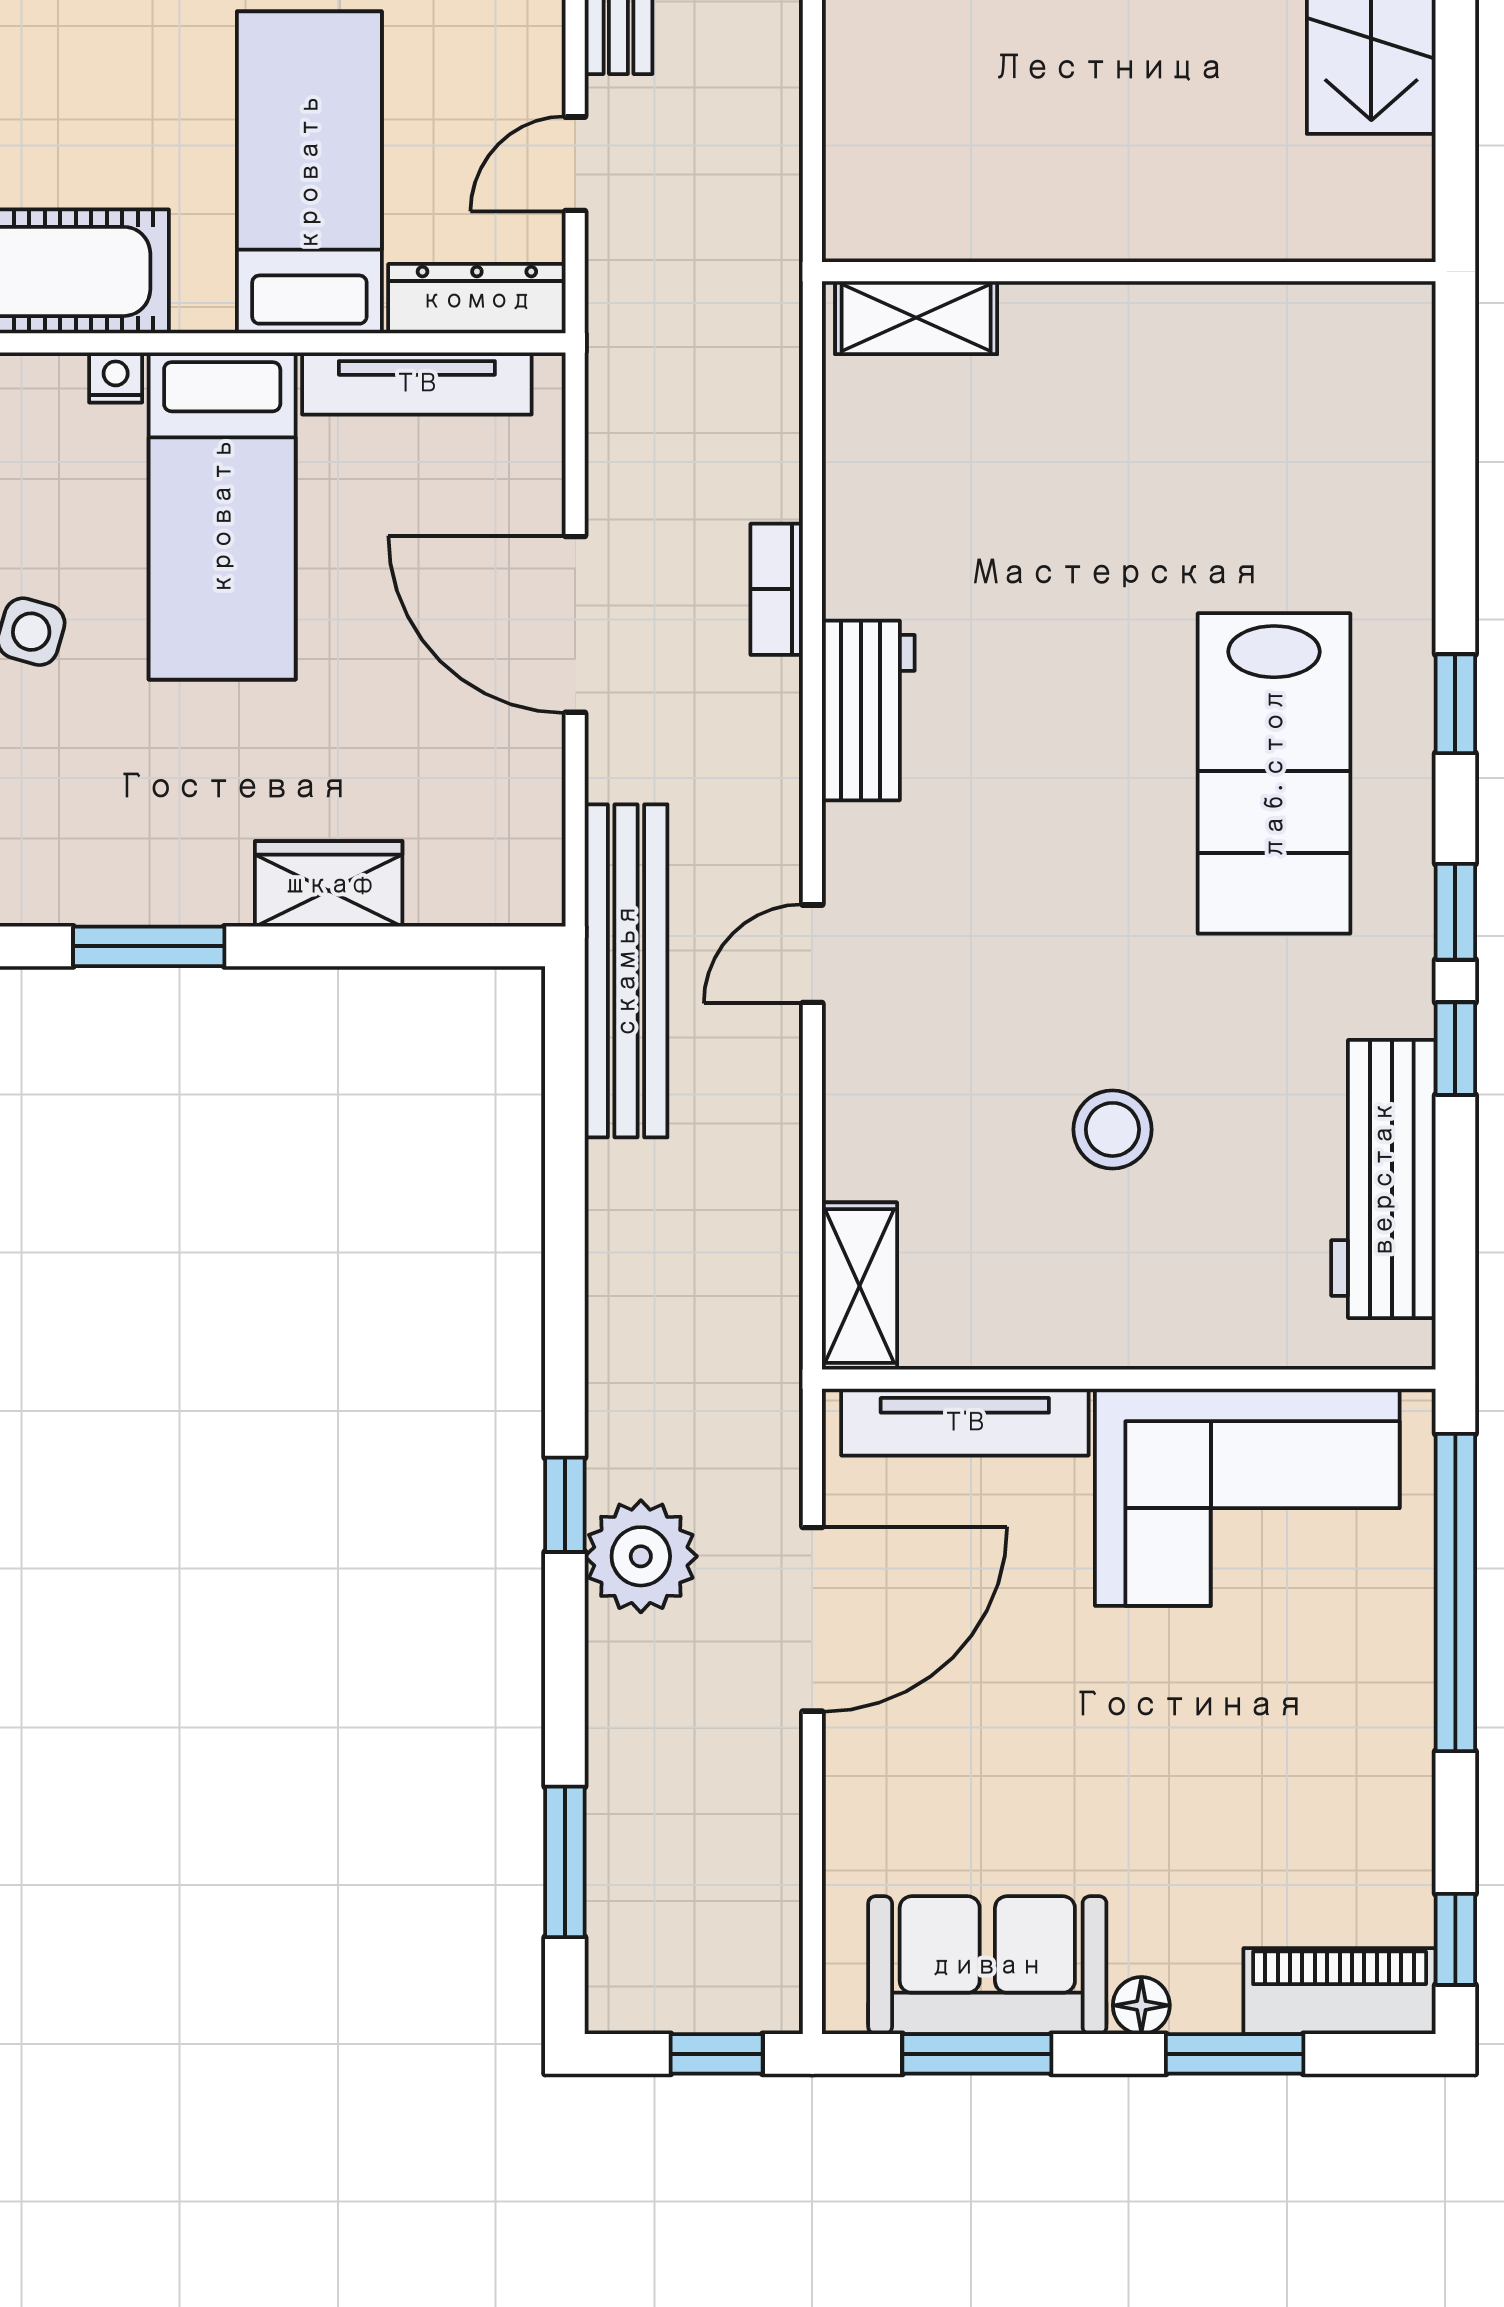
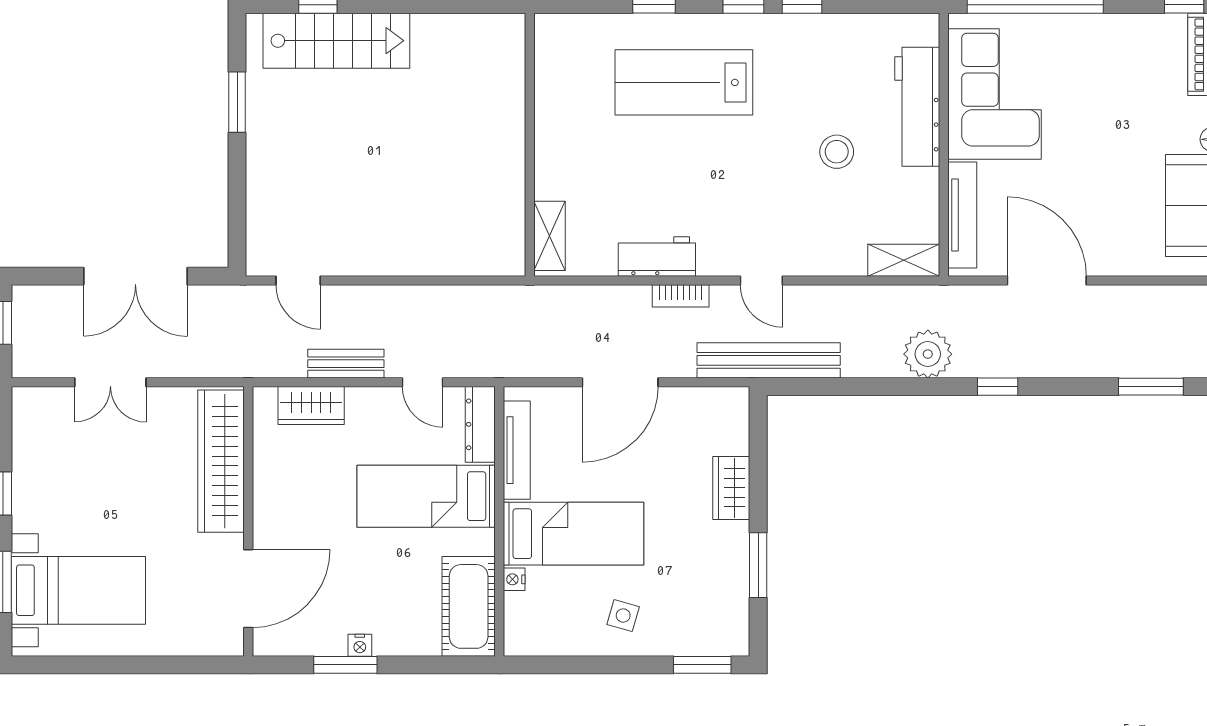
wall: (1129, 272) -> (530, 145), moved
shelving: (916, 318) -> (550, 236), moved
bookcase: (777, 589) -> (681, 296), moved
lab bench: (1274, 773) -> (684, 82), turned 180
workbench: (1383, 1179) -> (917, 107), moved, turned 90
plant: (641, 1556) -> (928, 354), moved

